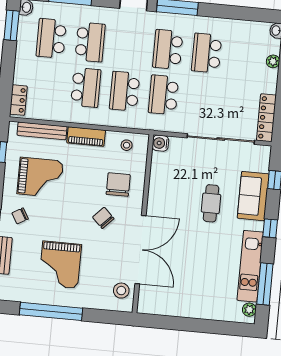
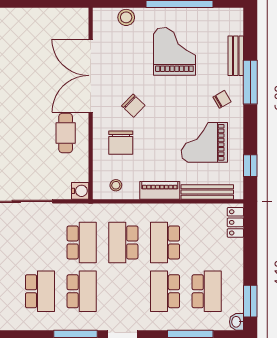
school desk: (125, 91) -> (123, 242), turned 180
cafe table: (211, 203) -> (66, 133), moved
stool: (121, 291) -> (126, 17), moved

